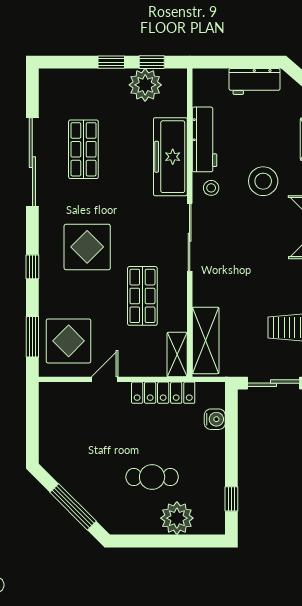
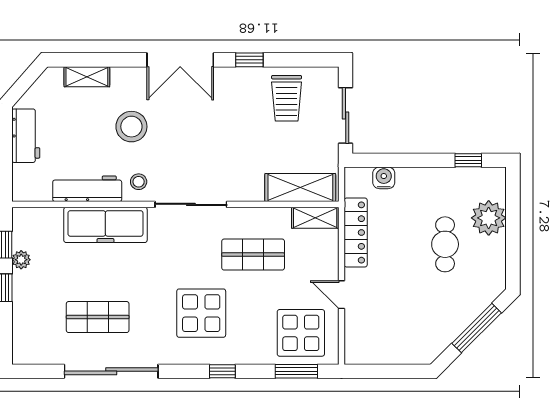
plant: (145, 85) -> (21, 260), width x0.53, depth x0.53

